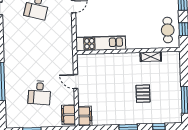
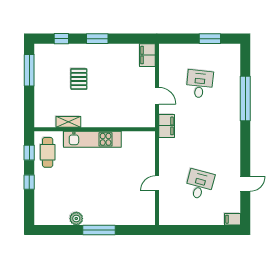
kitchen unit: (101, 43) -> (92, 139), moved
filing cabinet: (68, 115) -> (167, 126), moved

